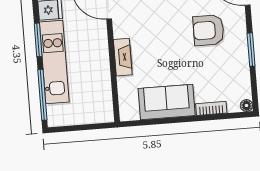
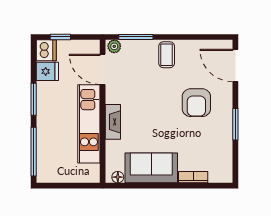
armchair: (208, 30) -> (196, 103), turned -90
kitchen unit: (54, 62) -> (89, 124), moved, turned 180
floor lamp: (246, 106) -> (118, 177), moved

